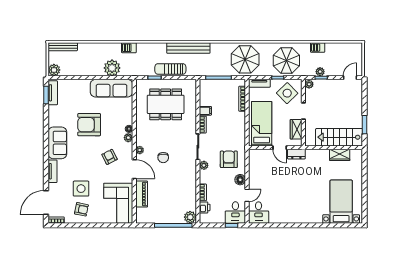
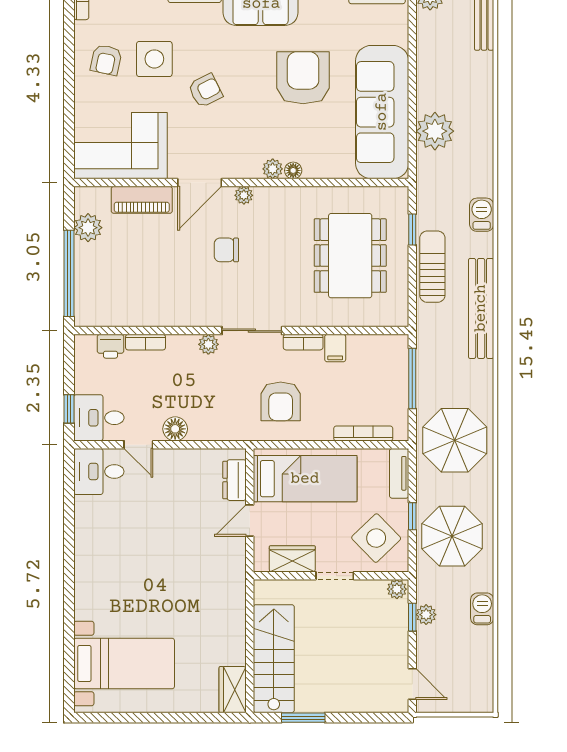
barbecue: (129, 48) -> (482, 215), moved
sofa: (111, 88) -> (382, 112), width x1.36, depth x1.27
dresser: (296, 154) -> (235, 480), moved
wardrobe: (340, 155) -> (233, 690), moved
armchair: (109, 157) -> (205, 91), moved
armchair: (229, 159) -> (281, 401), moved, turned 90
plant: (190, 217) -> (88, 228), moved

